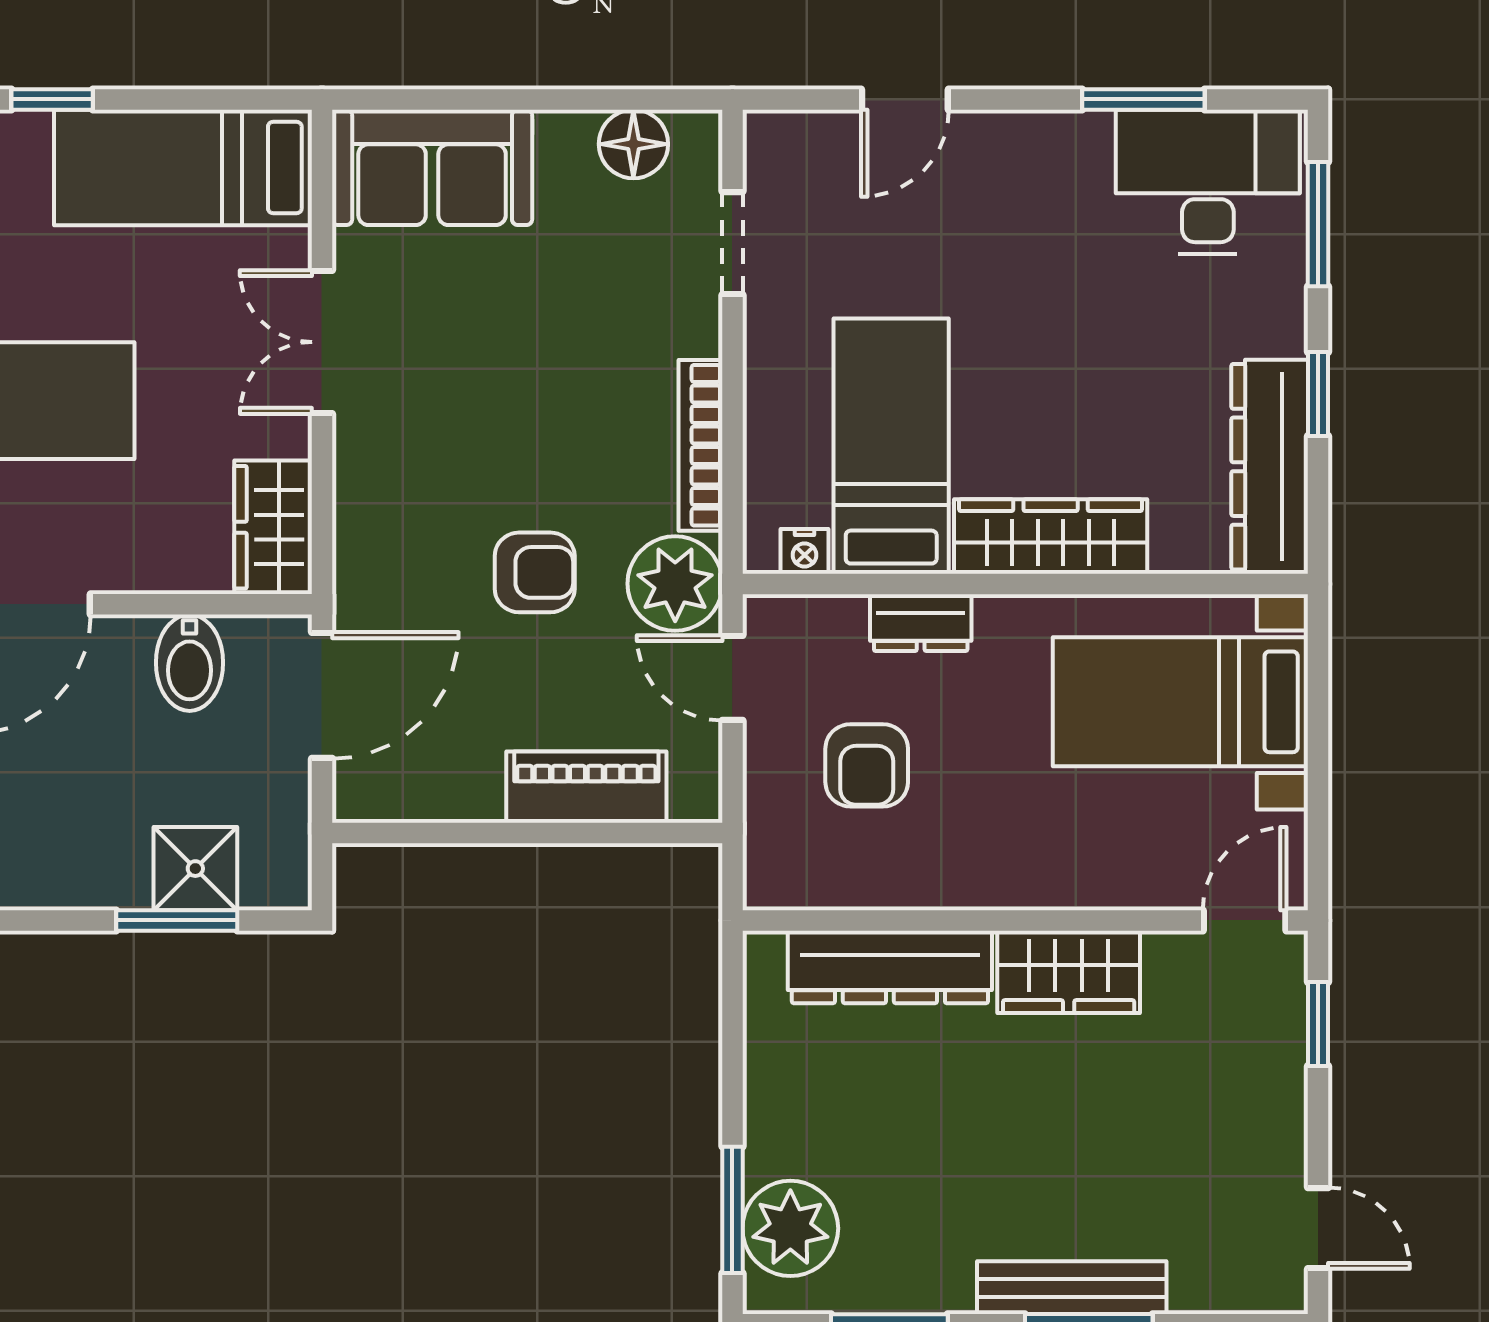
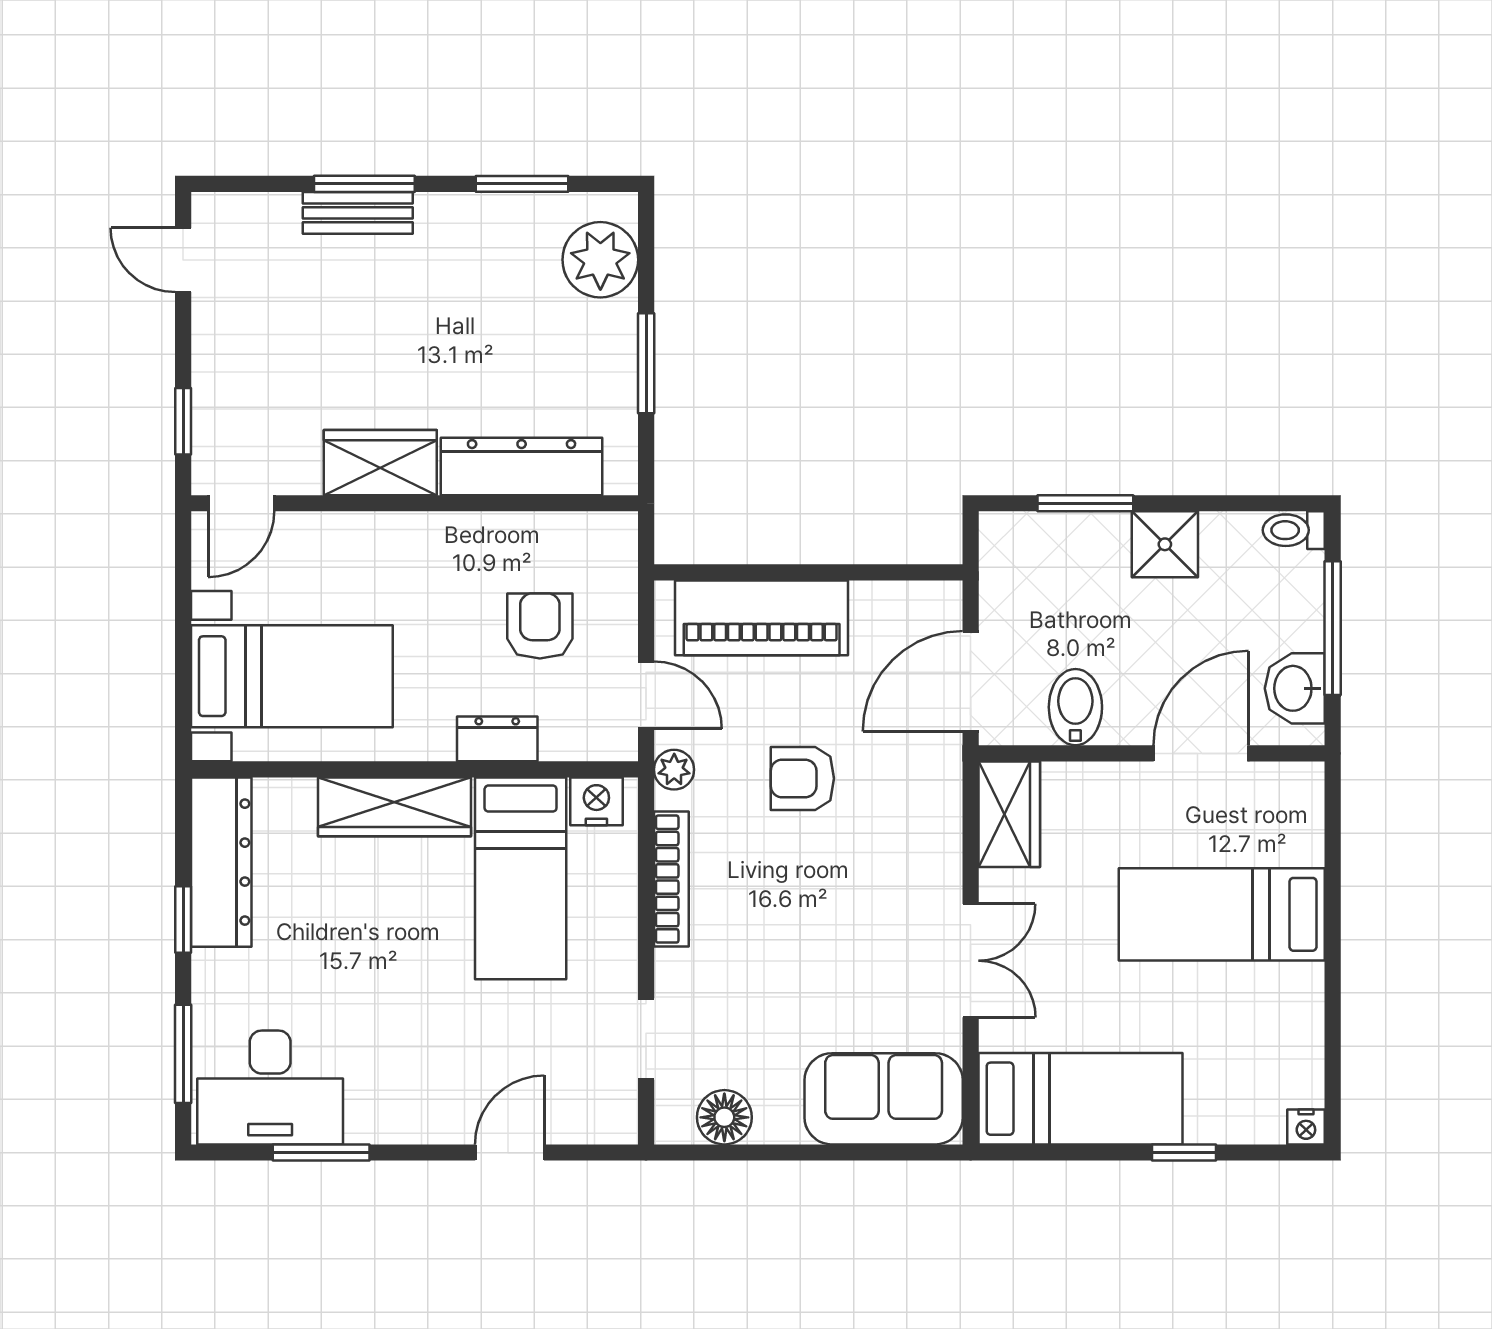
nightstand: (805, 551) -> (596, 801), width x1.39, depth x1.35
plant: (675, 584) -> (674, 770), width x0.53, depth x0.53
piano: (586, 787) -> (762, 618), width x1.37, depth x1.33
shower: (195, 869) -> (1165, 544), moved
window: (732, 1210) -> (646, 363), moved
bench: (1072, 1288) -> (358, 213), width x0.73

